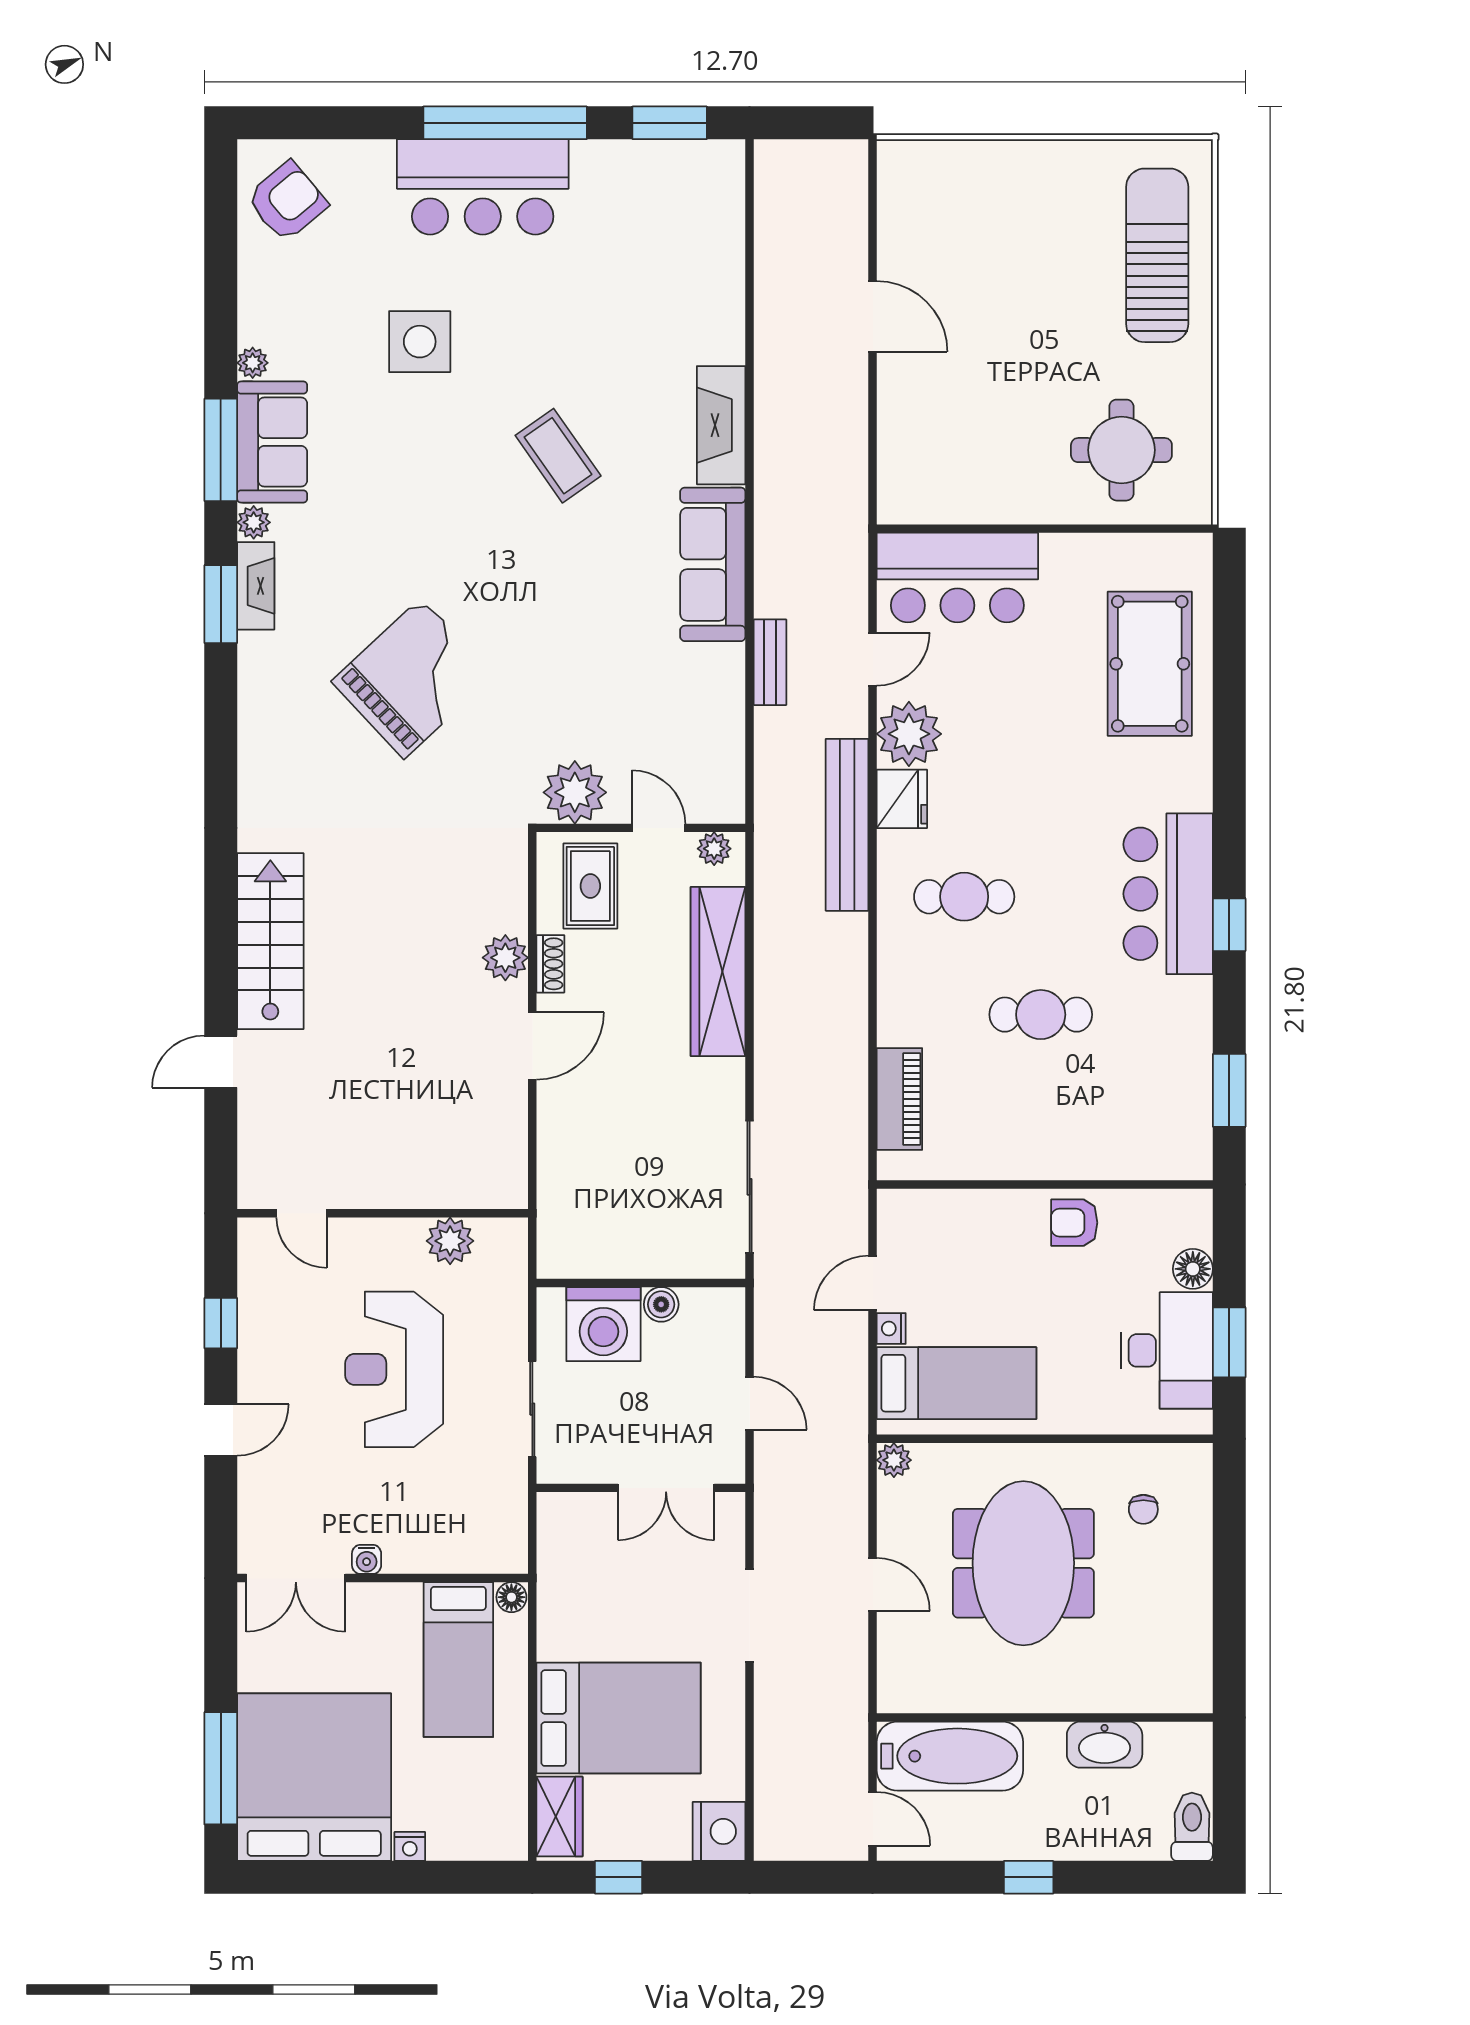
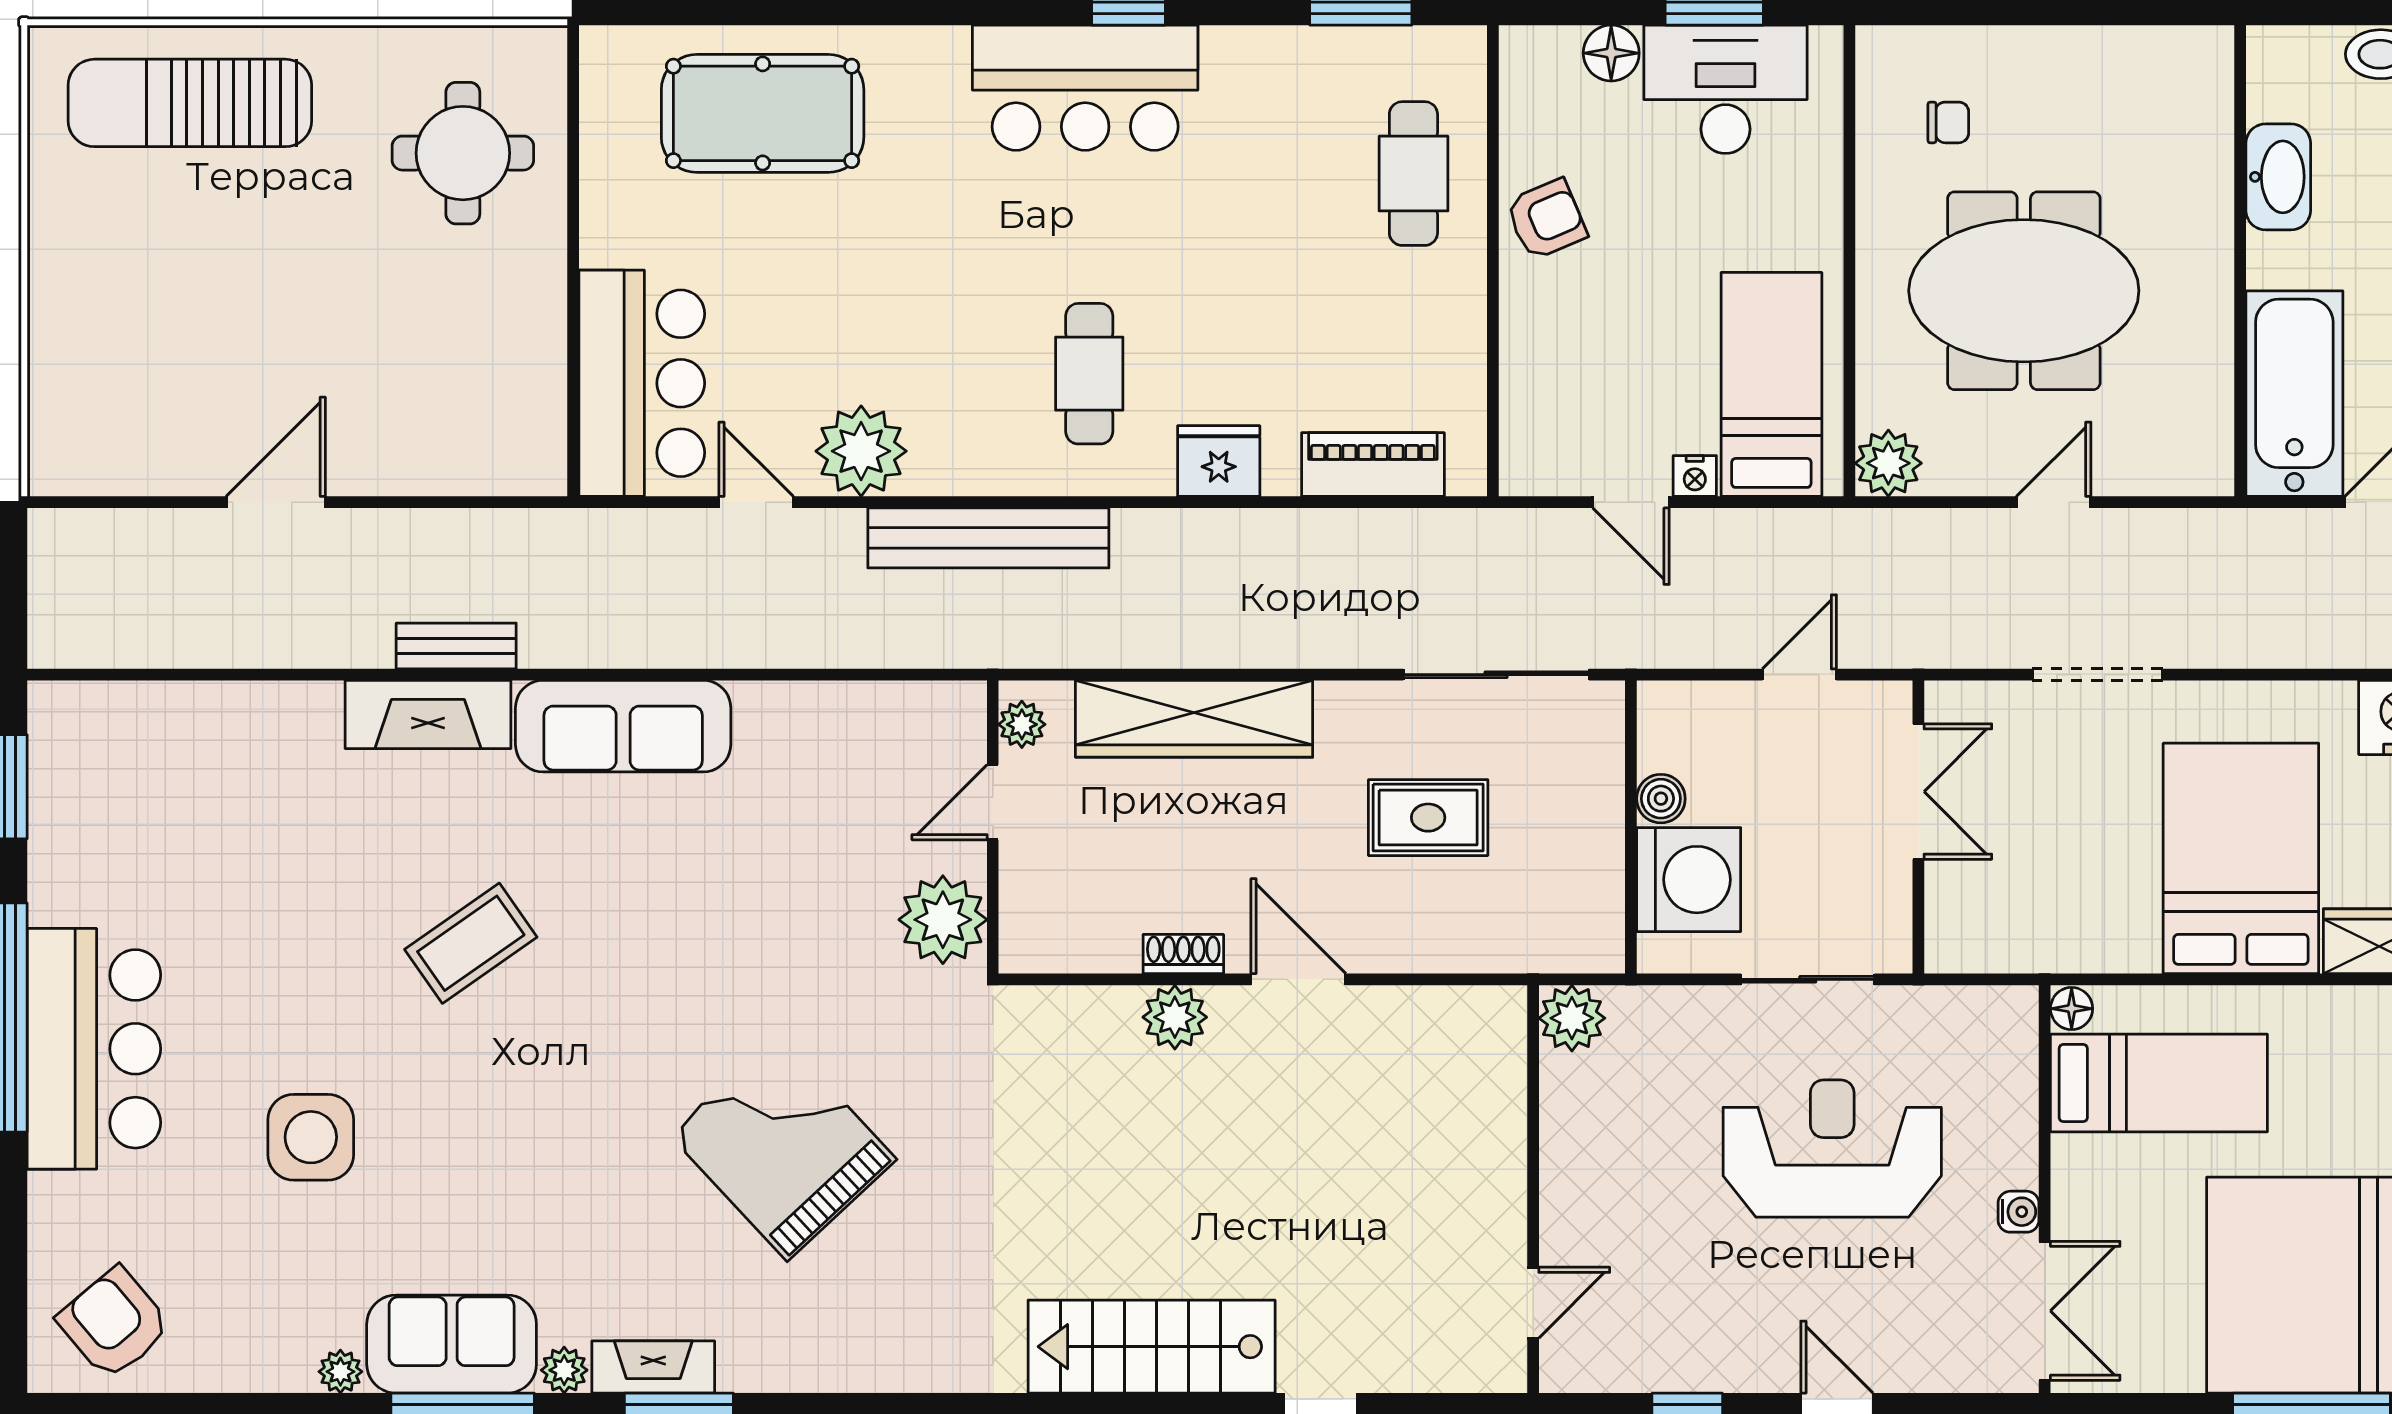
bench: (770, 662) -> (456, 646), moved
fridge: (902, 799) -> (1219, 461), moved
rug: (590, 886) -> (1428, 818), moved
cafe table: (1041, 1015) -> (1413, 174), moved
armchair: (1074, 1223) -> (1546, 219), turned -113
plant: (450, 1241) -> (1572, 1018), moved
reception desk: (394, 1369) -> (1832, 1149), moved, turned 180
plant: (894, 1460) -> (1888, 463), width x1.38, depth x1.38

